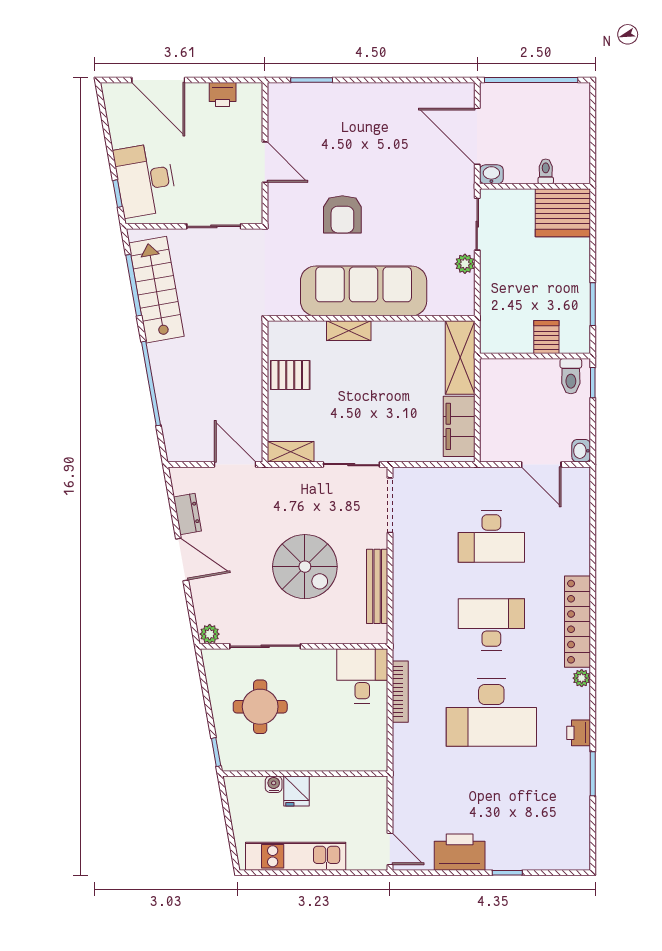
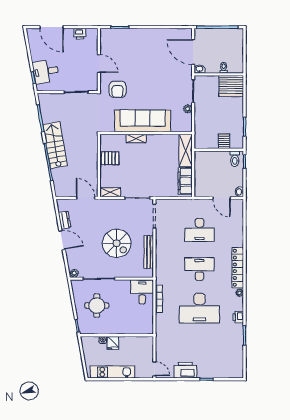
desk: (145, 180) -> (46, 71), width x0.73
armchair: (342, 214) -> (118, 89), moved
stairs: (156, 290) -> (55, 145), moved

